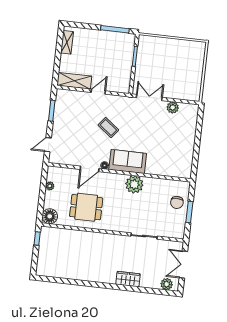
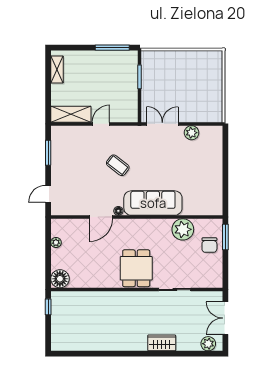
sofa: (128, 161) -> (153, 203), width x1.36
plant: (134, 184) -> (183, 229), moved
dining table: (86, 207) -> (136, 268), moved, turned 90
window: (189, 212) -> (225, 237), moved

